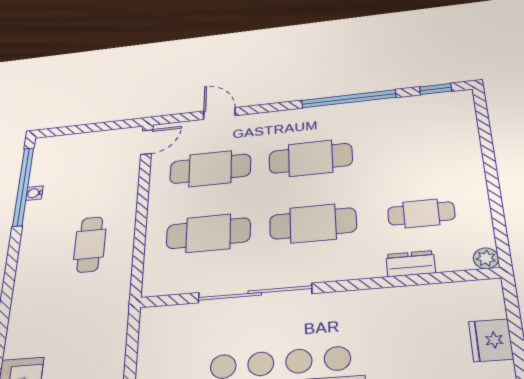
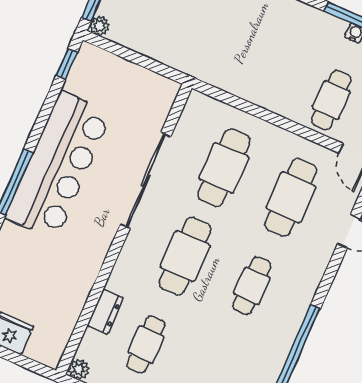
cafe table: (311, 158) -> (252, 286), width x0.73, depth x0.74
cafe table: (90, 244) -> (331, 100), moved, turned 90

